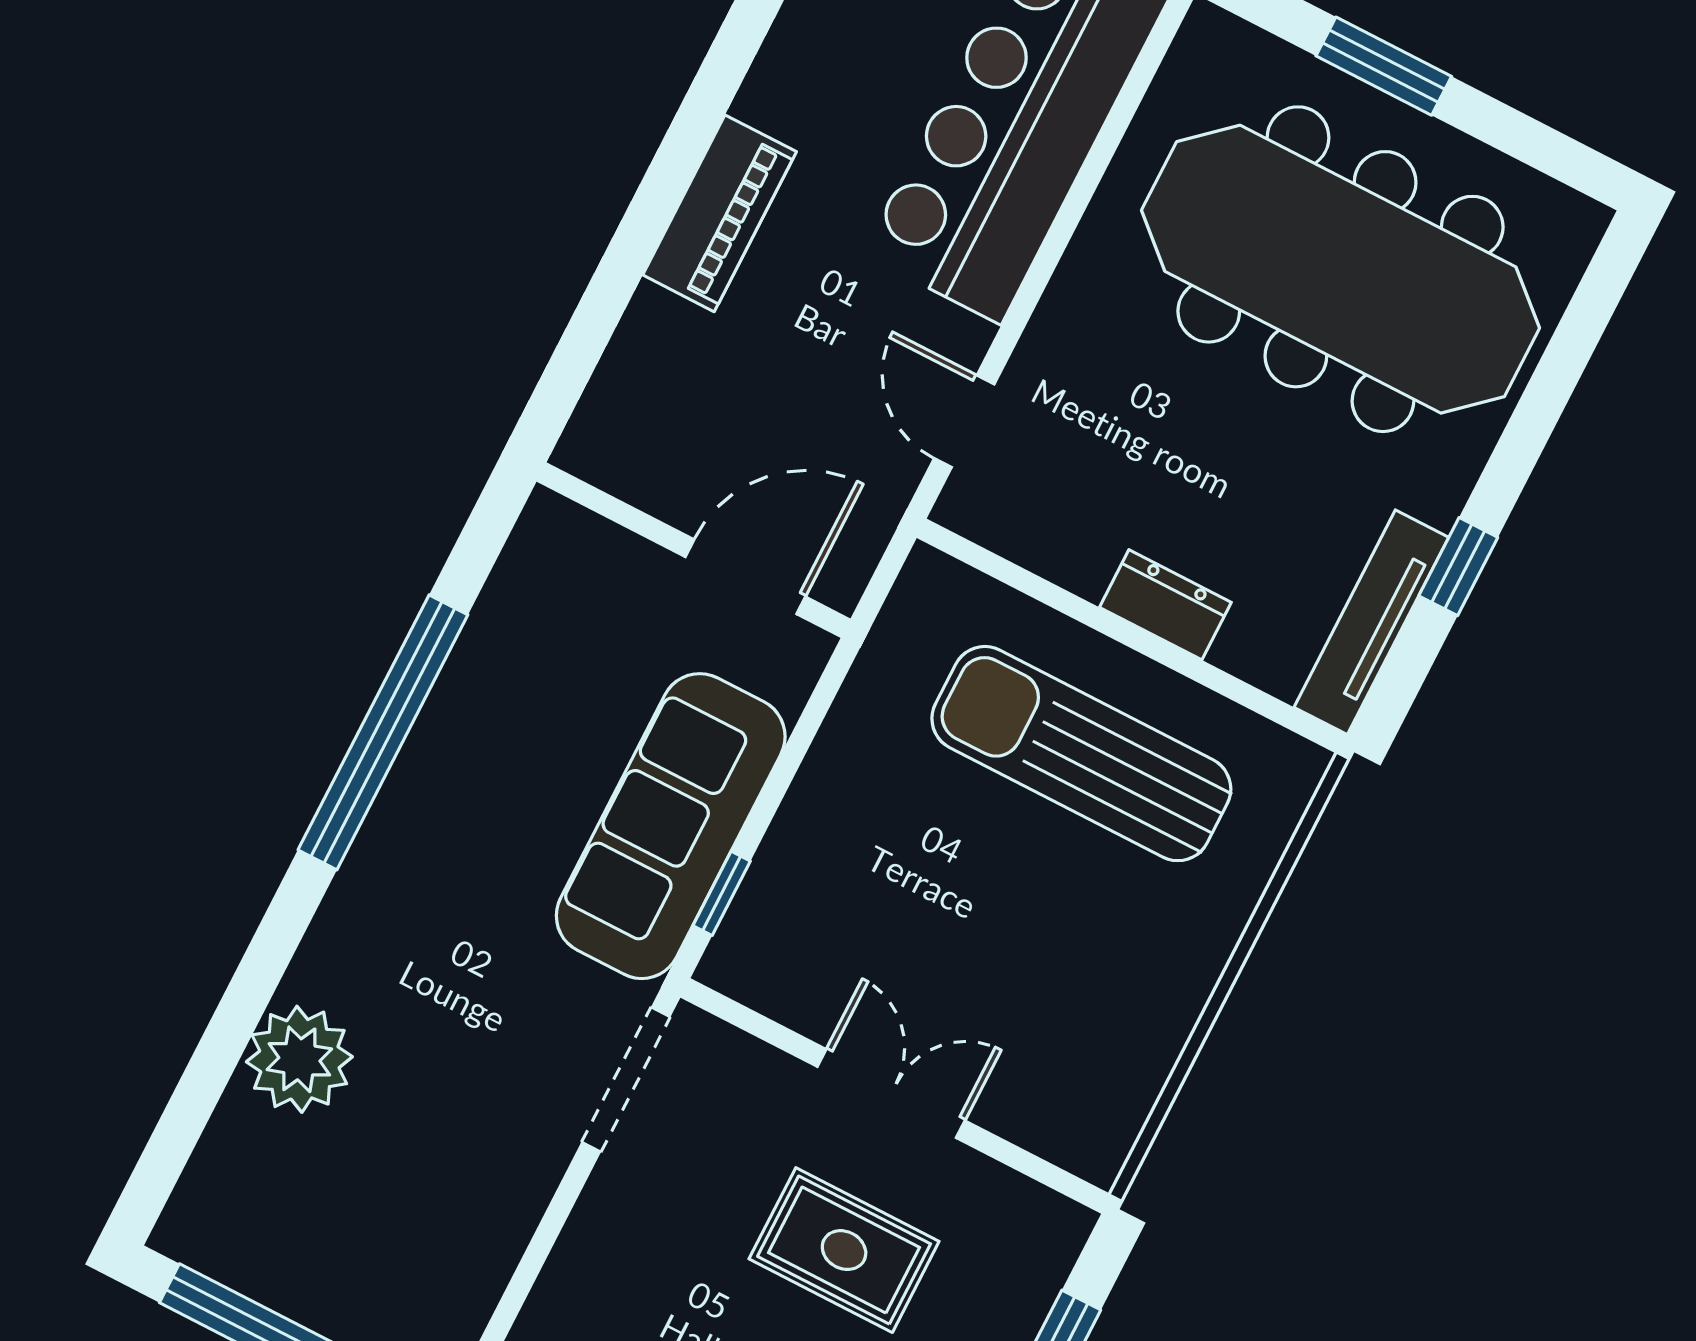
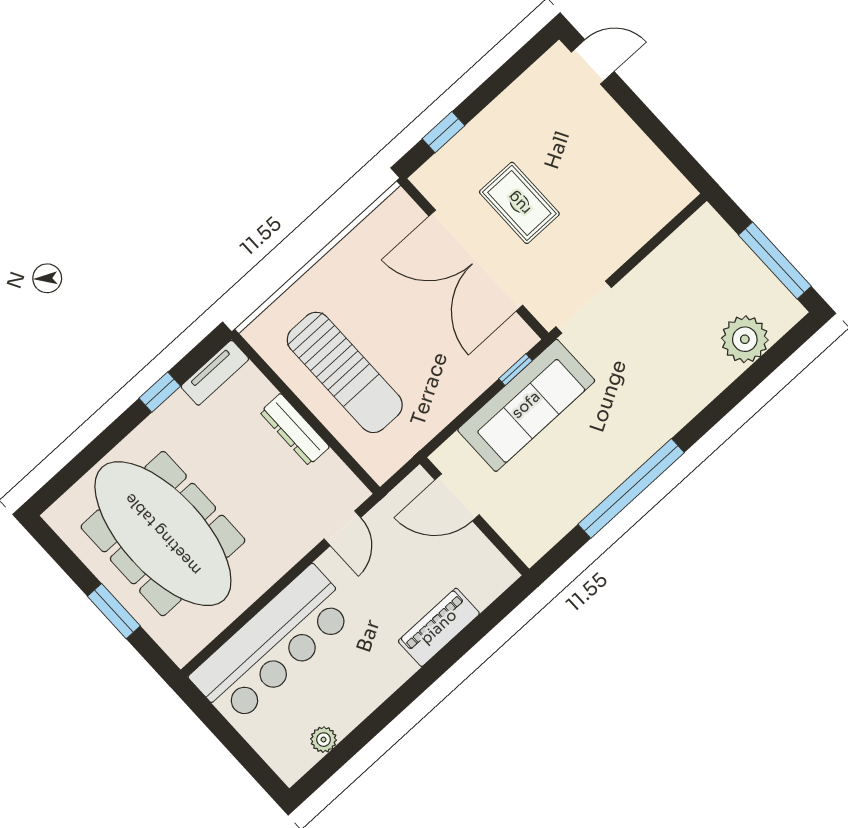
piano: (720, 213) -> (439, 627), moved
dresser: (1165, 605) -> (295, 429), width x1.44
tv unit: (1371, 622) -> (215, 373), width x0.71
plant: (299, 1059) -> (745, 339), moved
double door: (891, 1094) -> (476, 261), width x1.87

